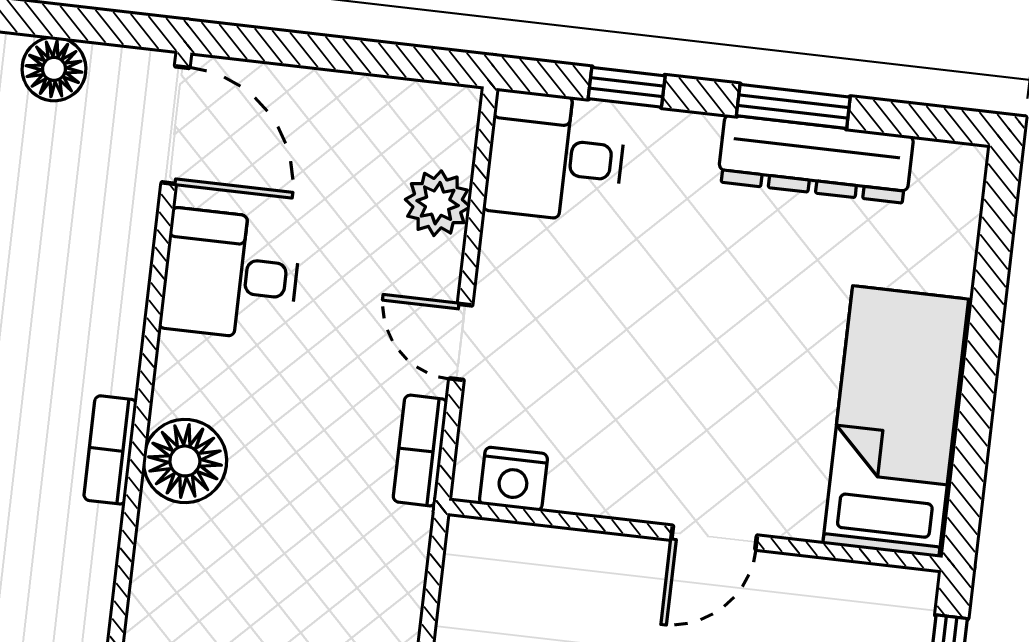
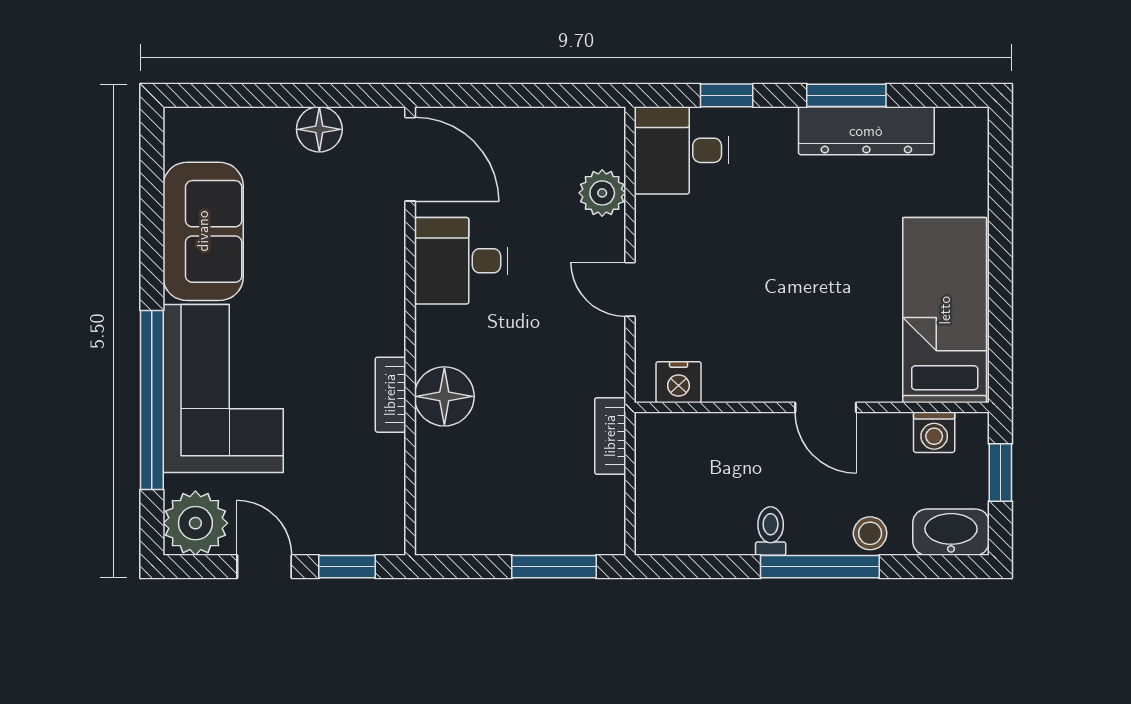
bookcase: (420, 451) -> (610, 436), moved
door: (714, 538) -> (826, 407), hinge flipped
washing machine: (861, 590) -> (934, 432), added

